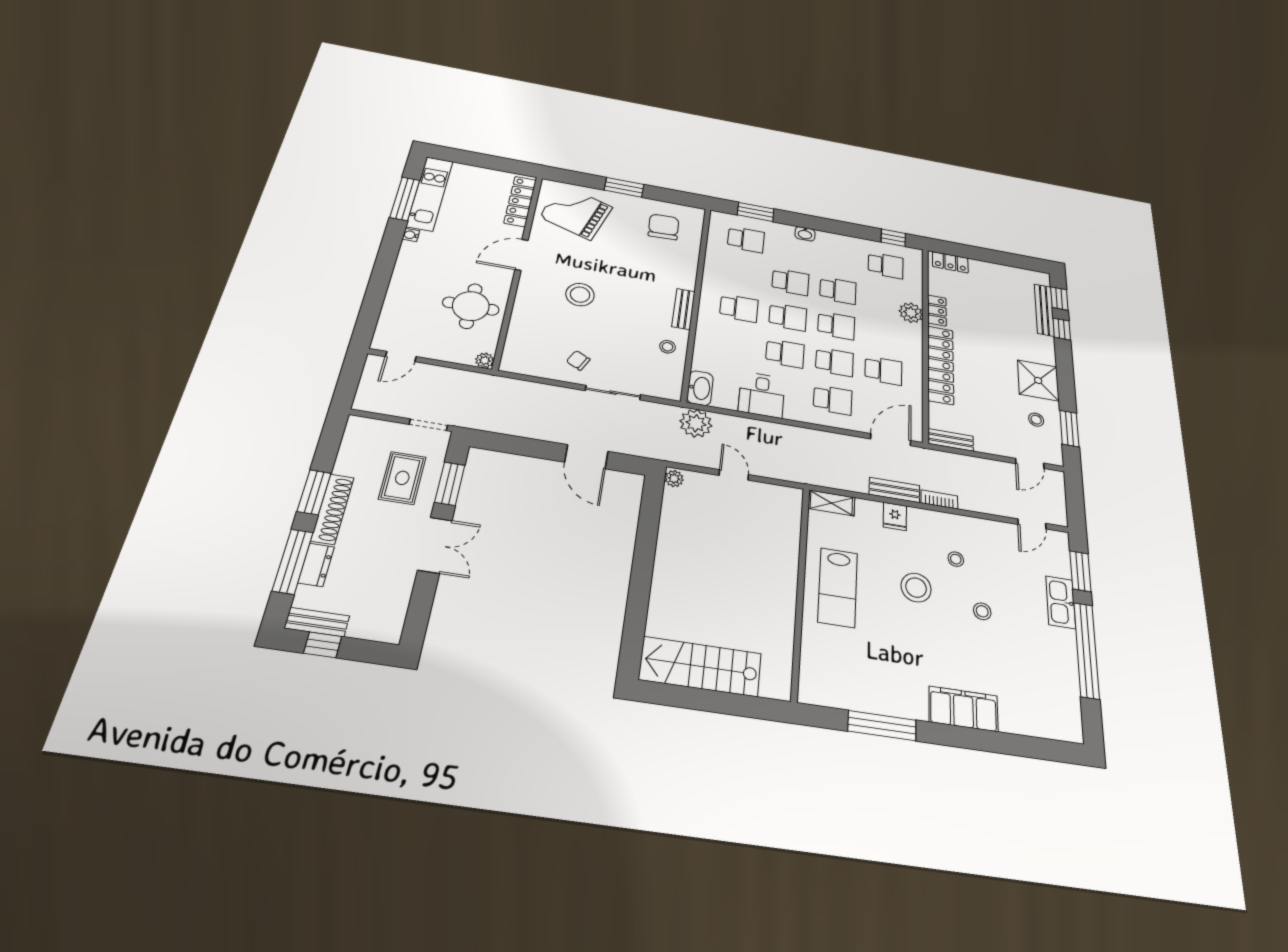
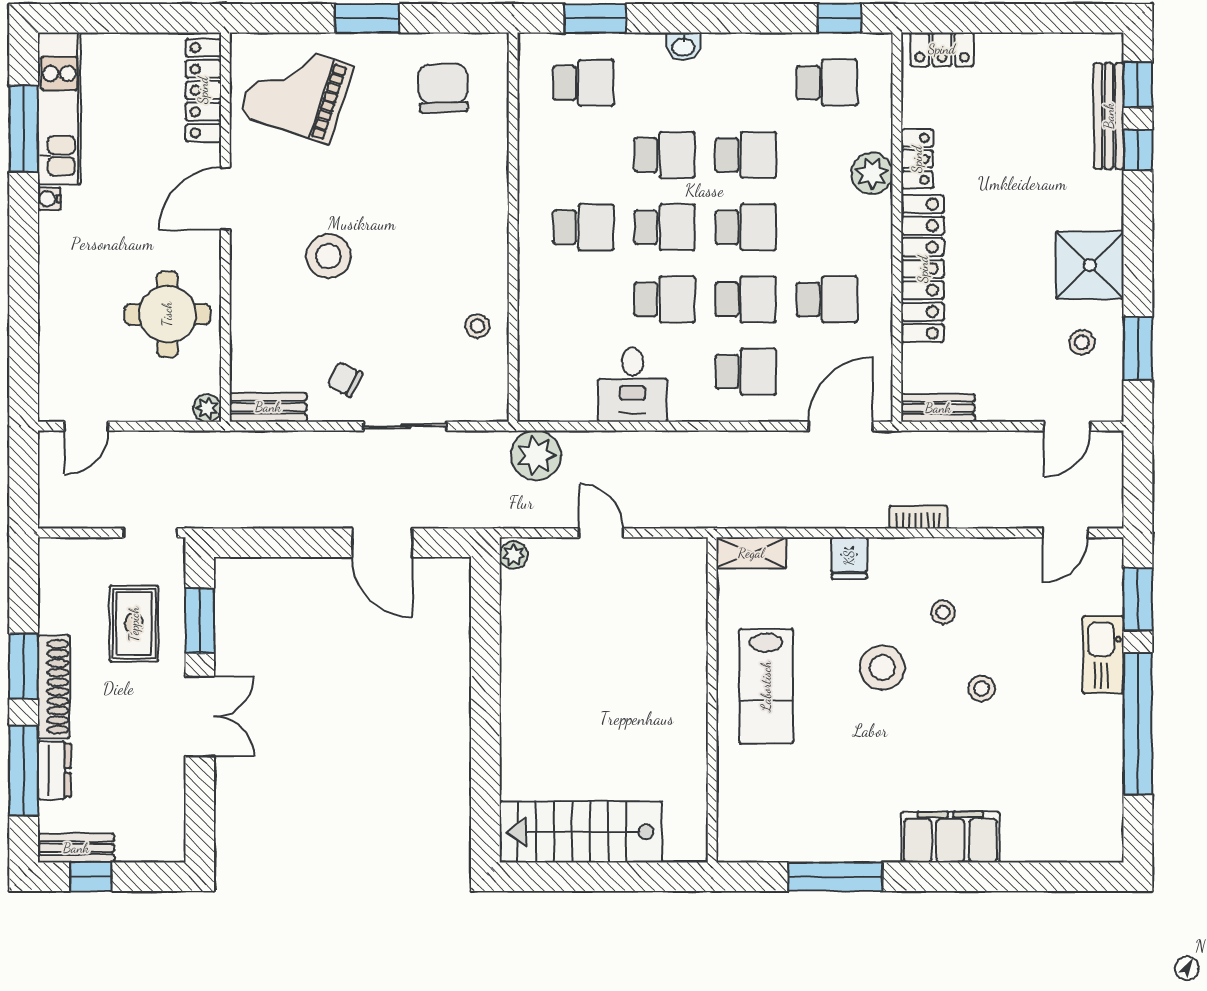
bench: (683, 309) -> (268, 407), moved, turned 90
washbasin: (700, 388) -> (536, 392), removed
bench: (894, 490) -> (848, 514), removed

